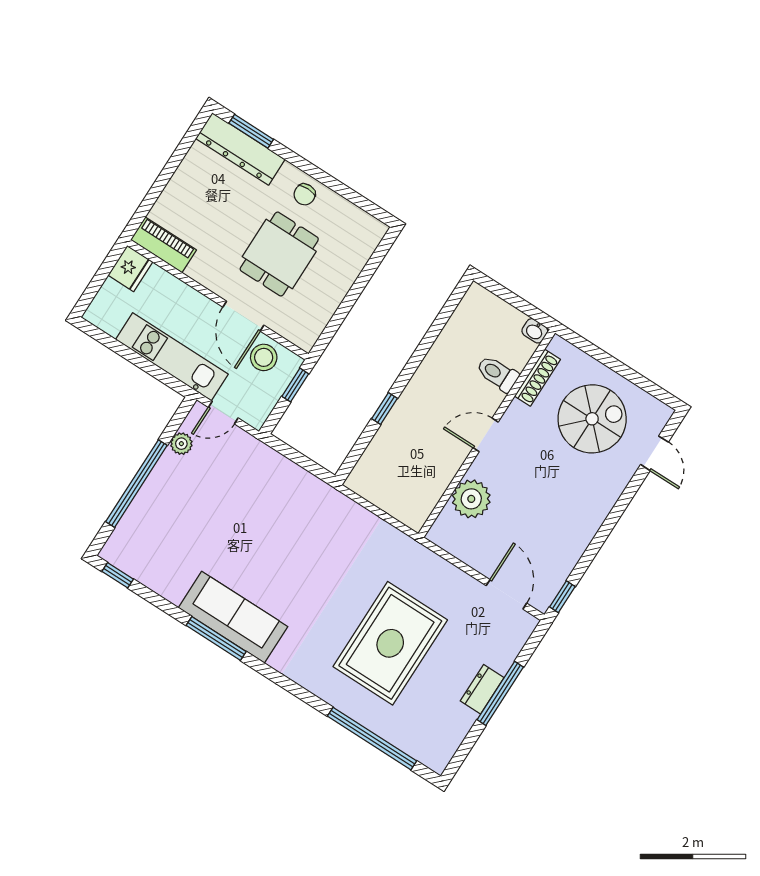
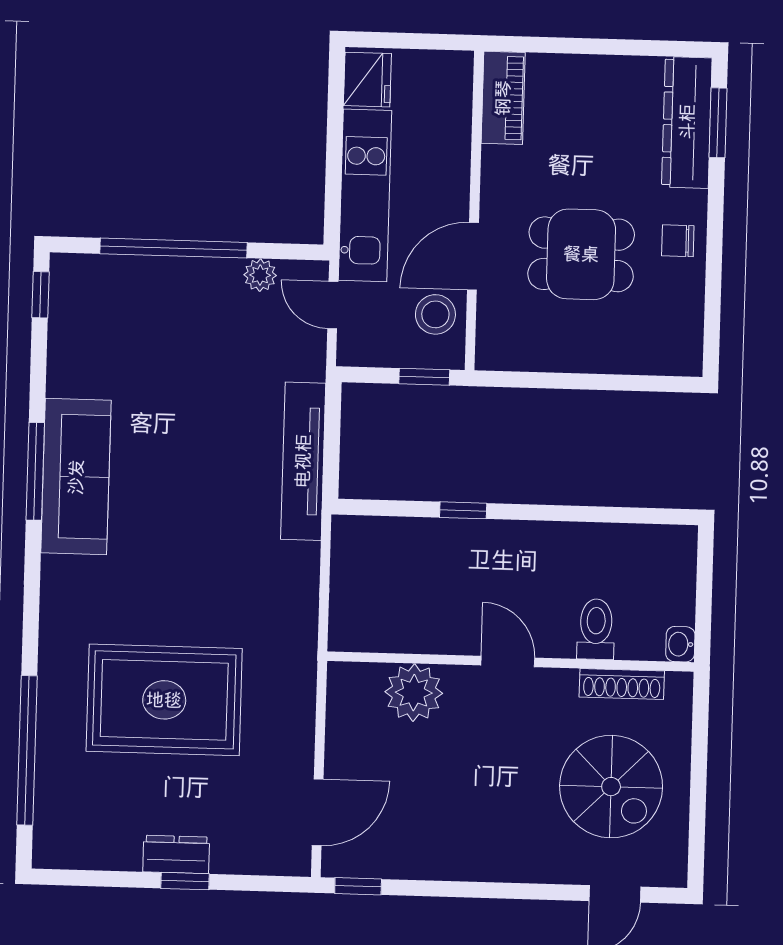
fridge: (130, 268) -> (367, 80), moved, turned -90
tv unit: (302, 483) -> (303, 461), added
window: (500, 693) -> (185, 881), width x0.46

